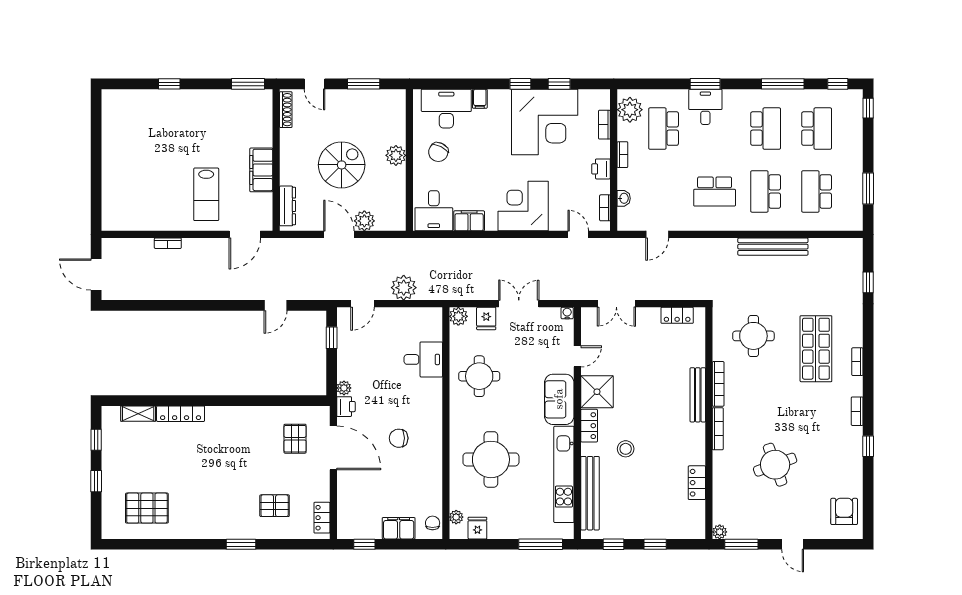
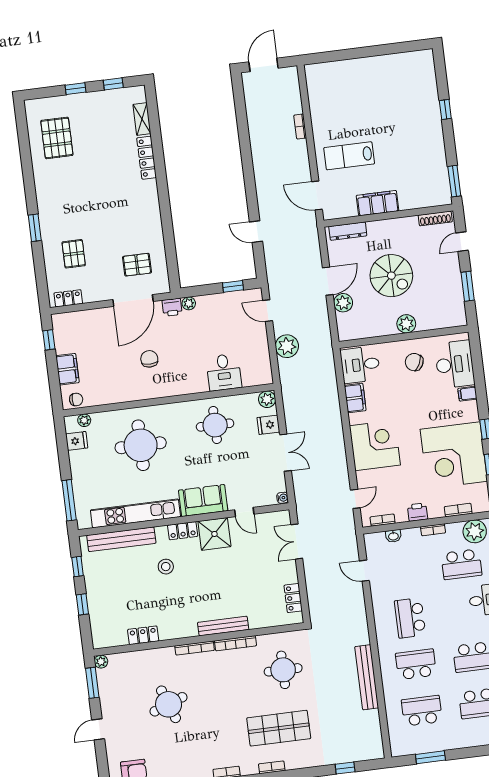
school desk: (664, 129) -> (461, 564), turned 180

